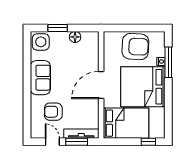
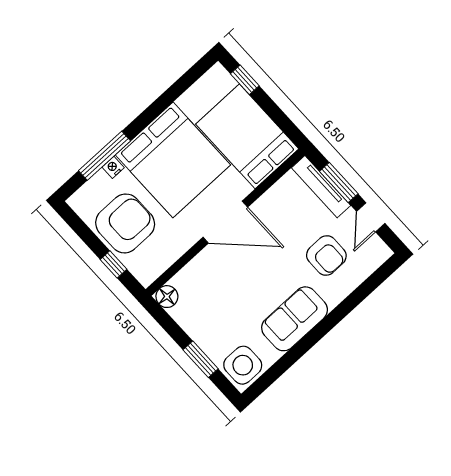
window: (124, 28) -> (114, 264), added
floor lamp: (75, 37) -> (167, 297), moved
armchair: (135, 47) -> (125, 223), turned 87

